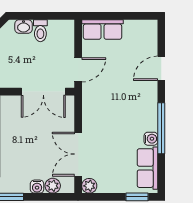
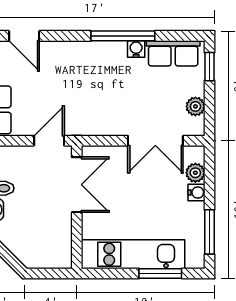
door: (161, 68) -> (24, 36), moved
door: (78, 70) -> (49, 141), hinge flipped
plant: (89, 186) -> (195, 106), moved

